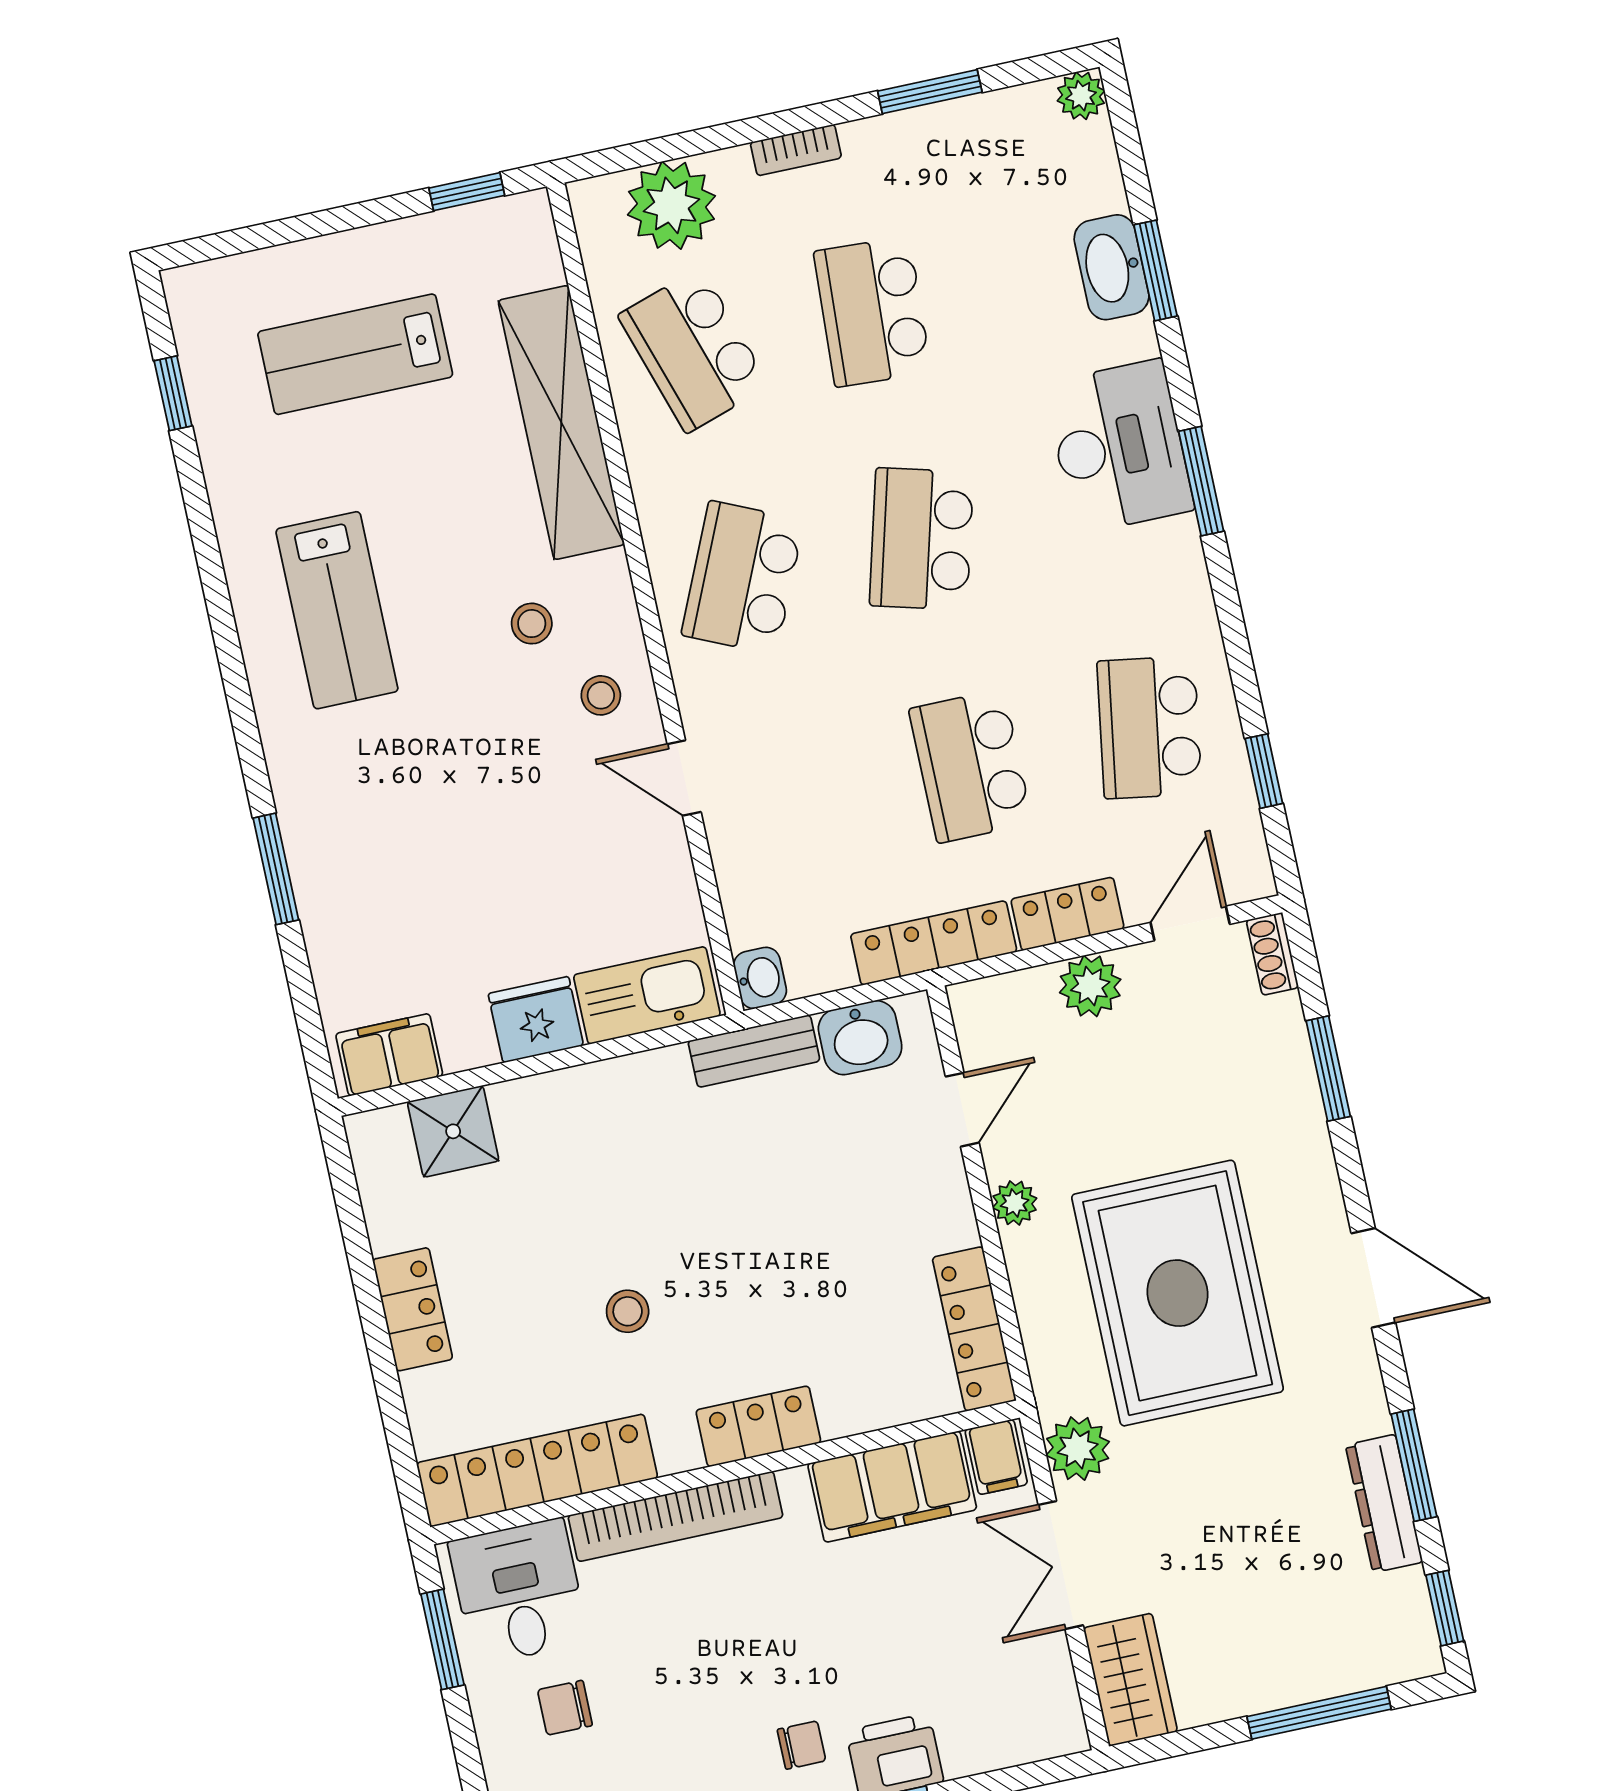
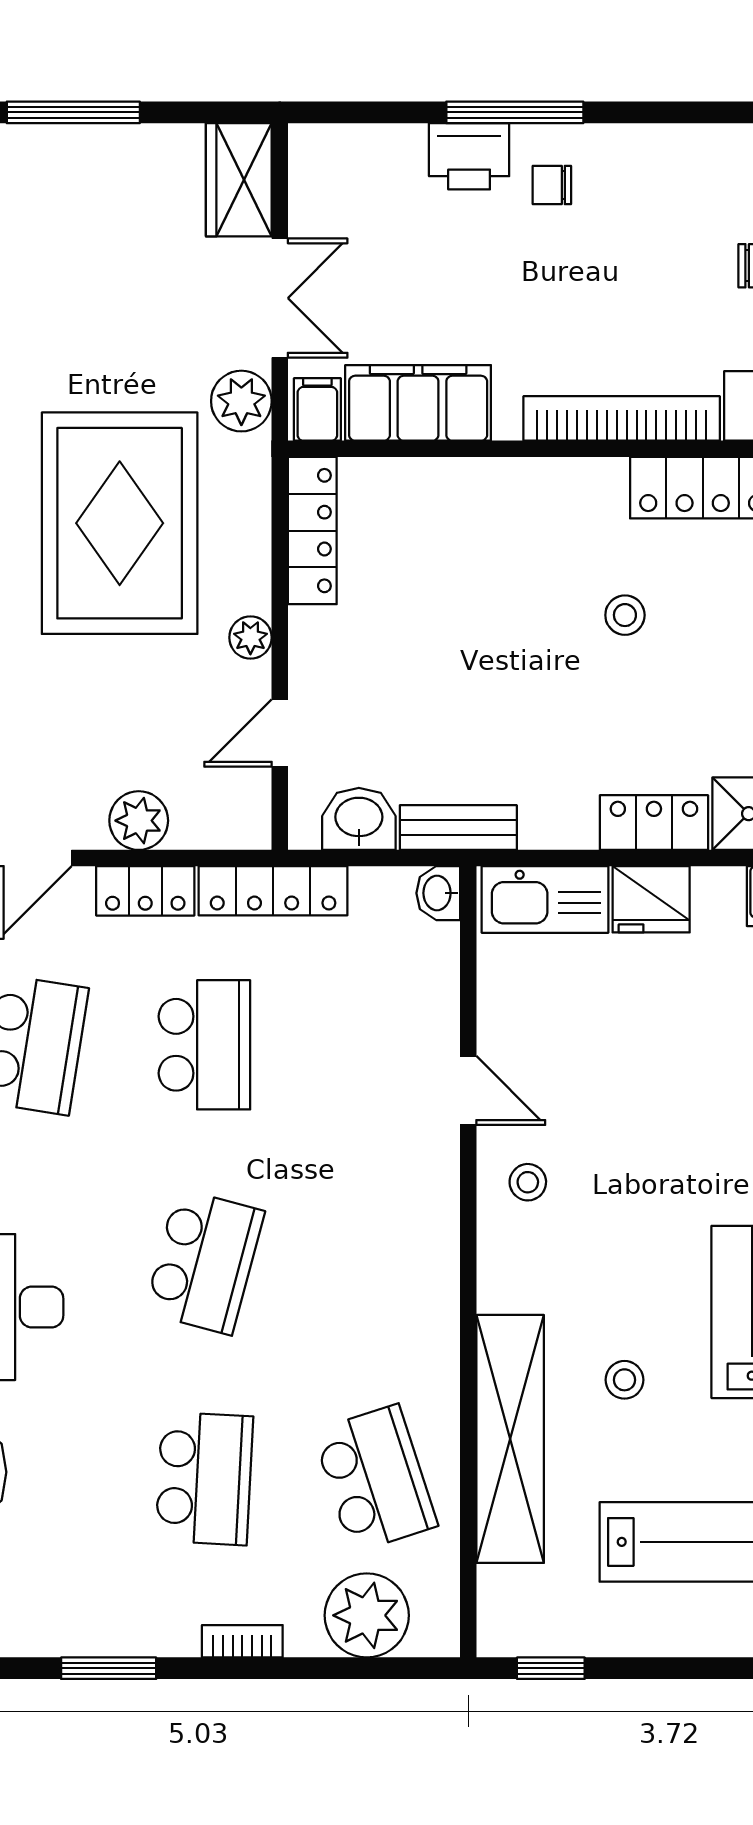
school desk: (743, 578) -> (375, 1262), removed
stool: (532, 624) -> (624, 1380), moved
locker: (758, 1426) -> (654, 823), moved, turned 180

